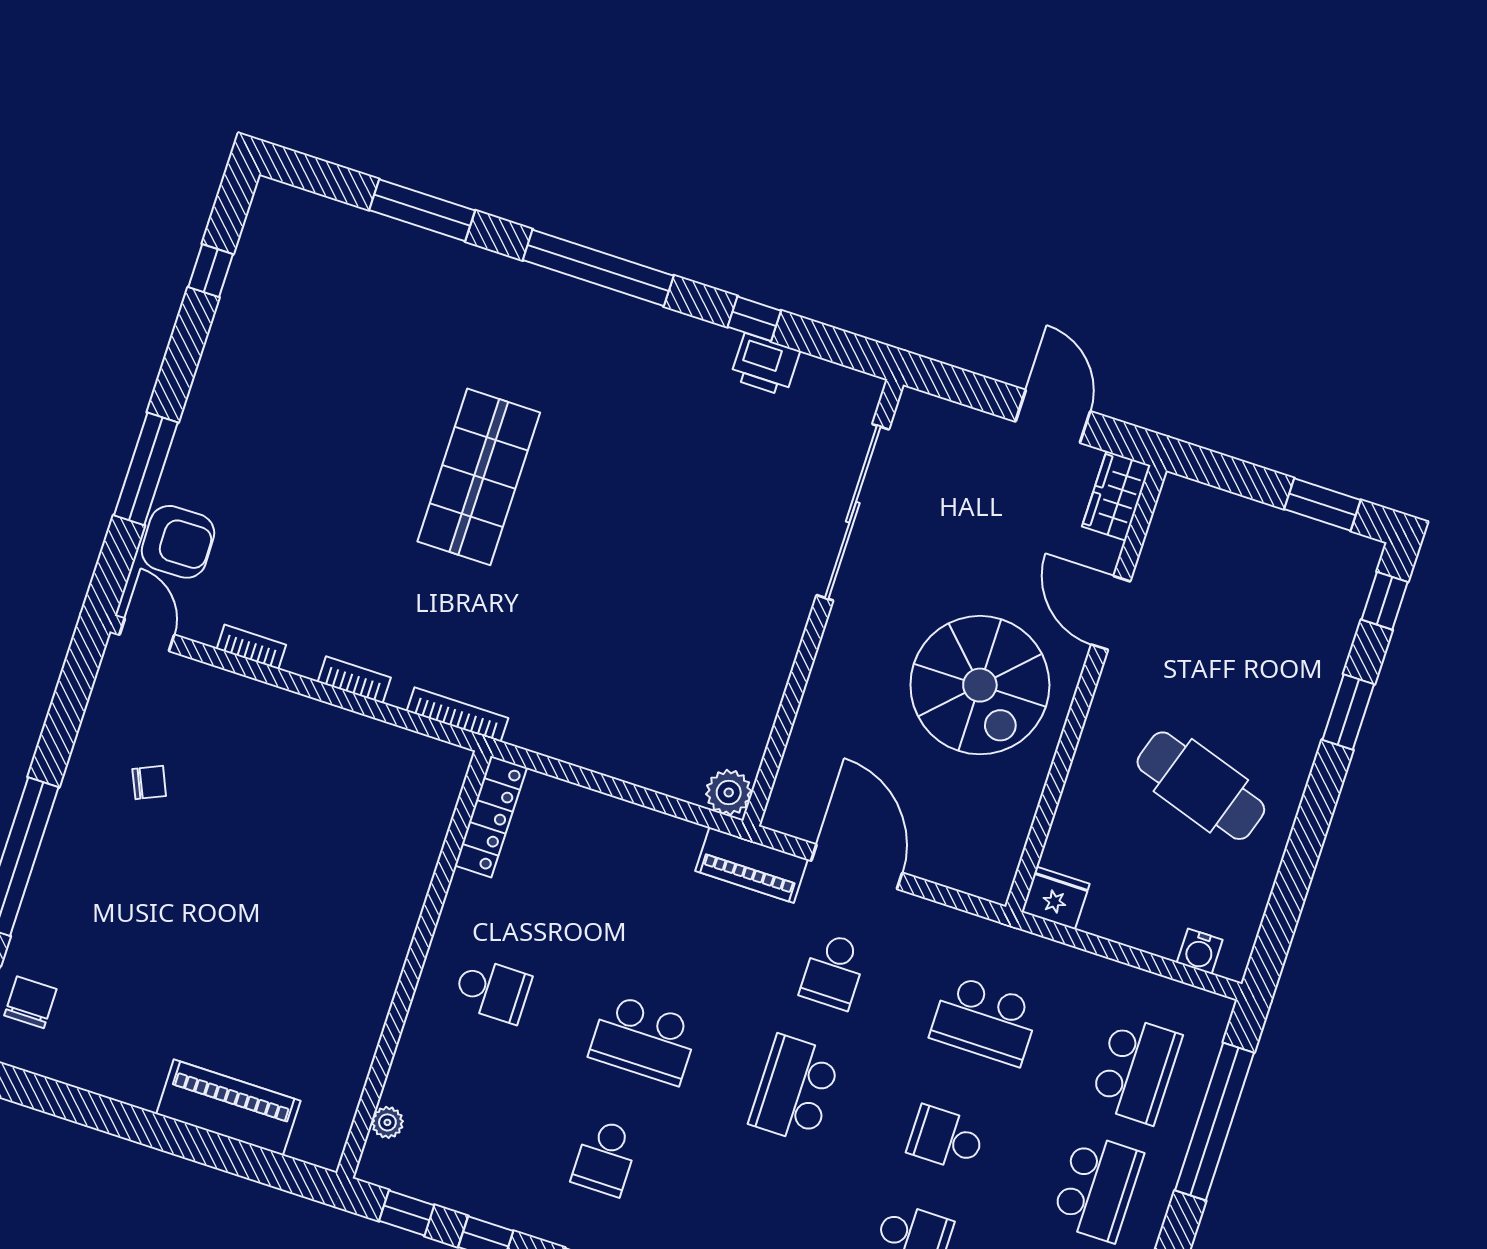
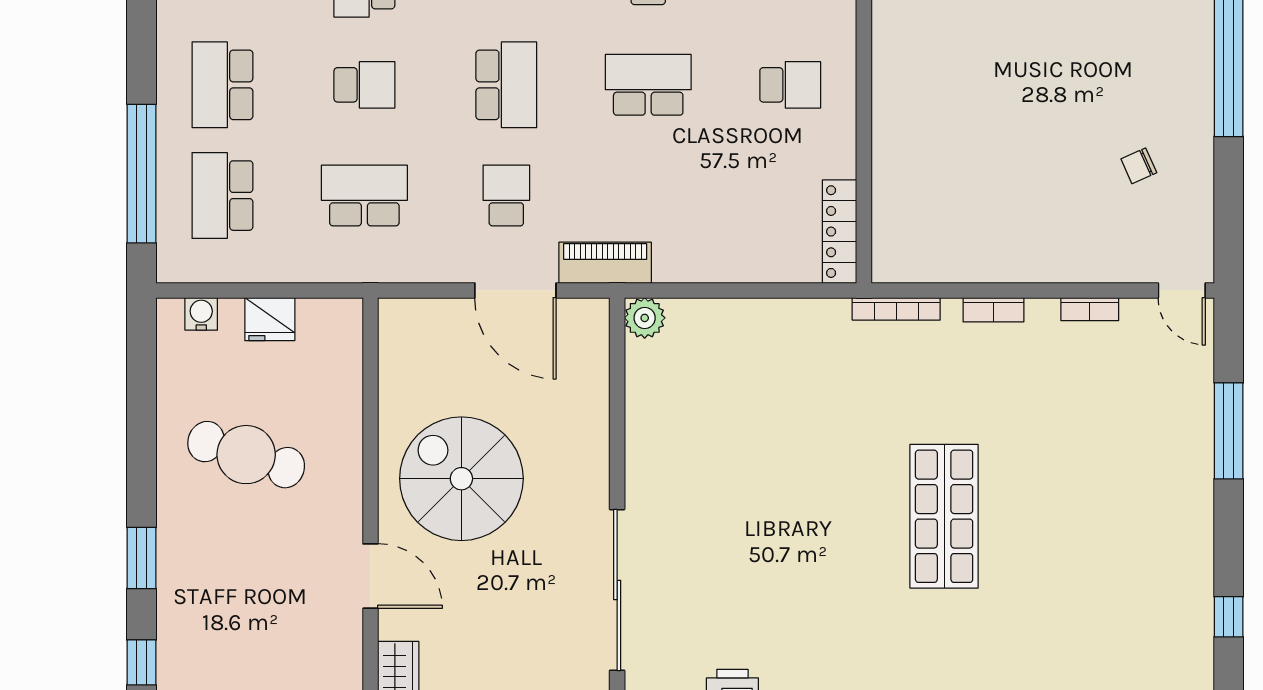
armchair: (178, 542) -> (1181, 378), removed
fridge: (1056, 898) -> (270, 319), moved
school desk: (492, 990) -> (790, 85), turned 180

